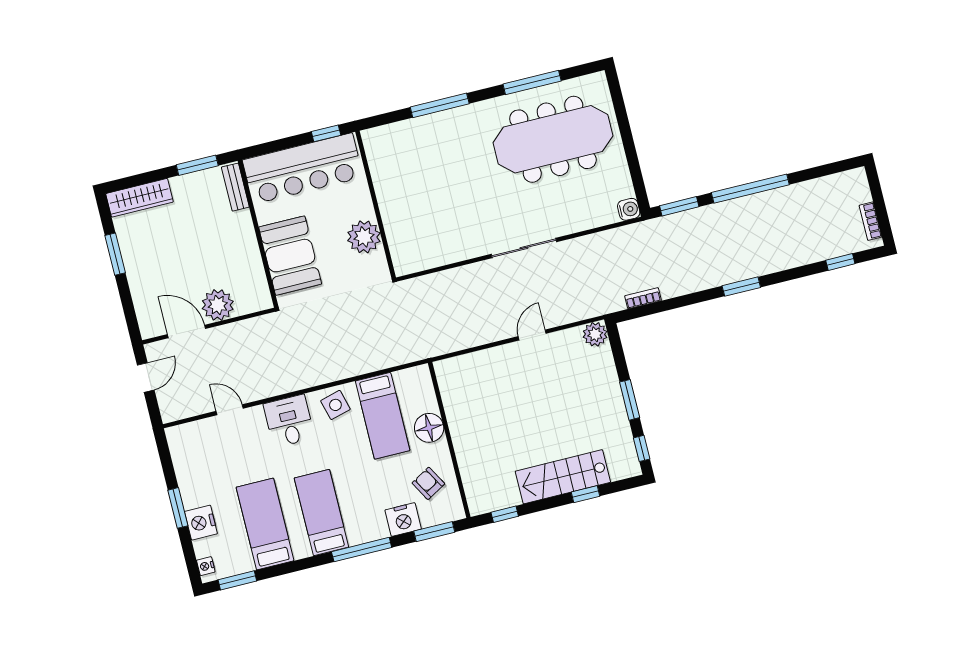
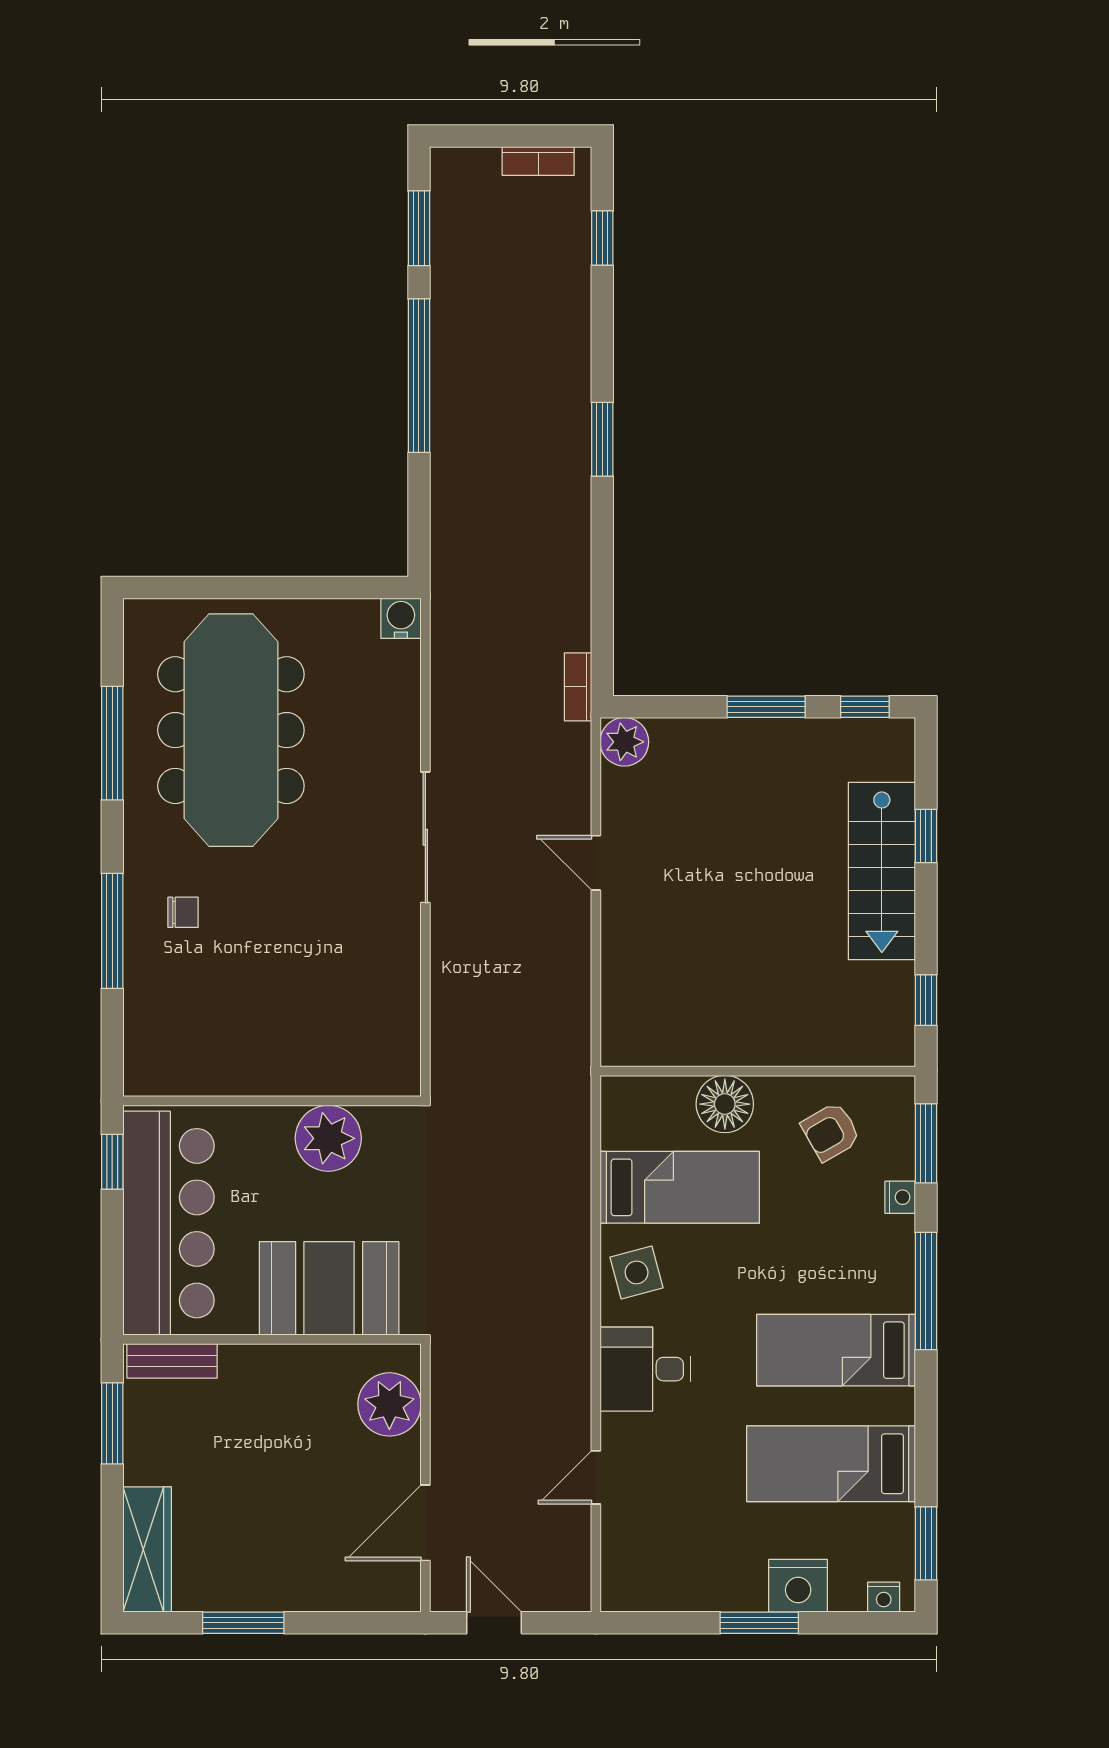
chair: (457, 138) -> (183, 912), added
window: (679, 206) -> (419, 228), moved
bookcase: (643, 298) -> (578, 687), moved
plant: (218, 305) -> (389, 1404), moved
nightstand: (403, 520) -> (900, 1197), width x0.53, depth x0.56

